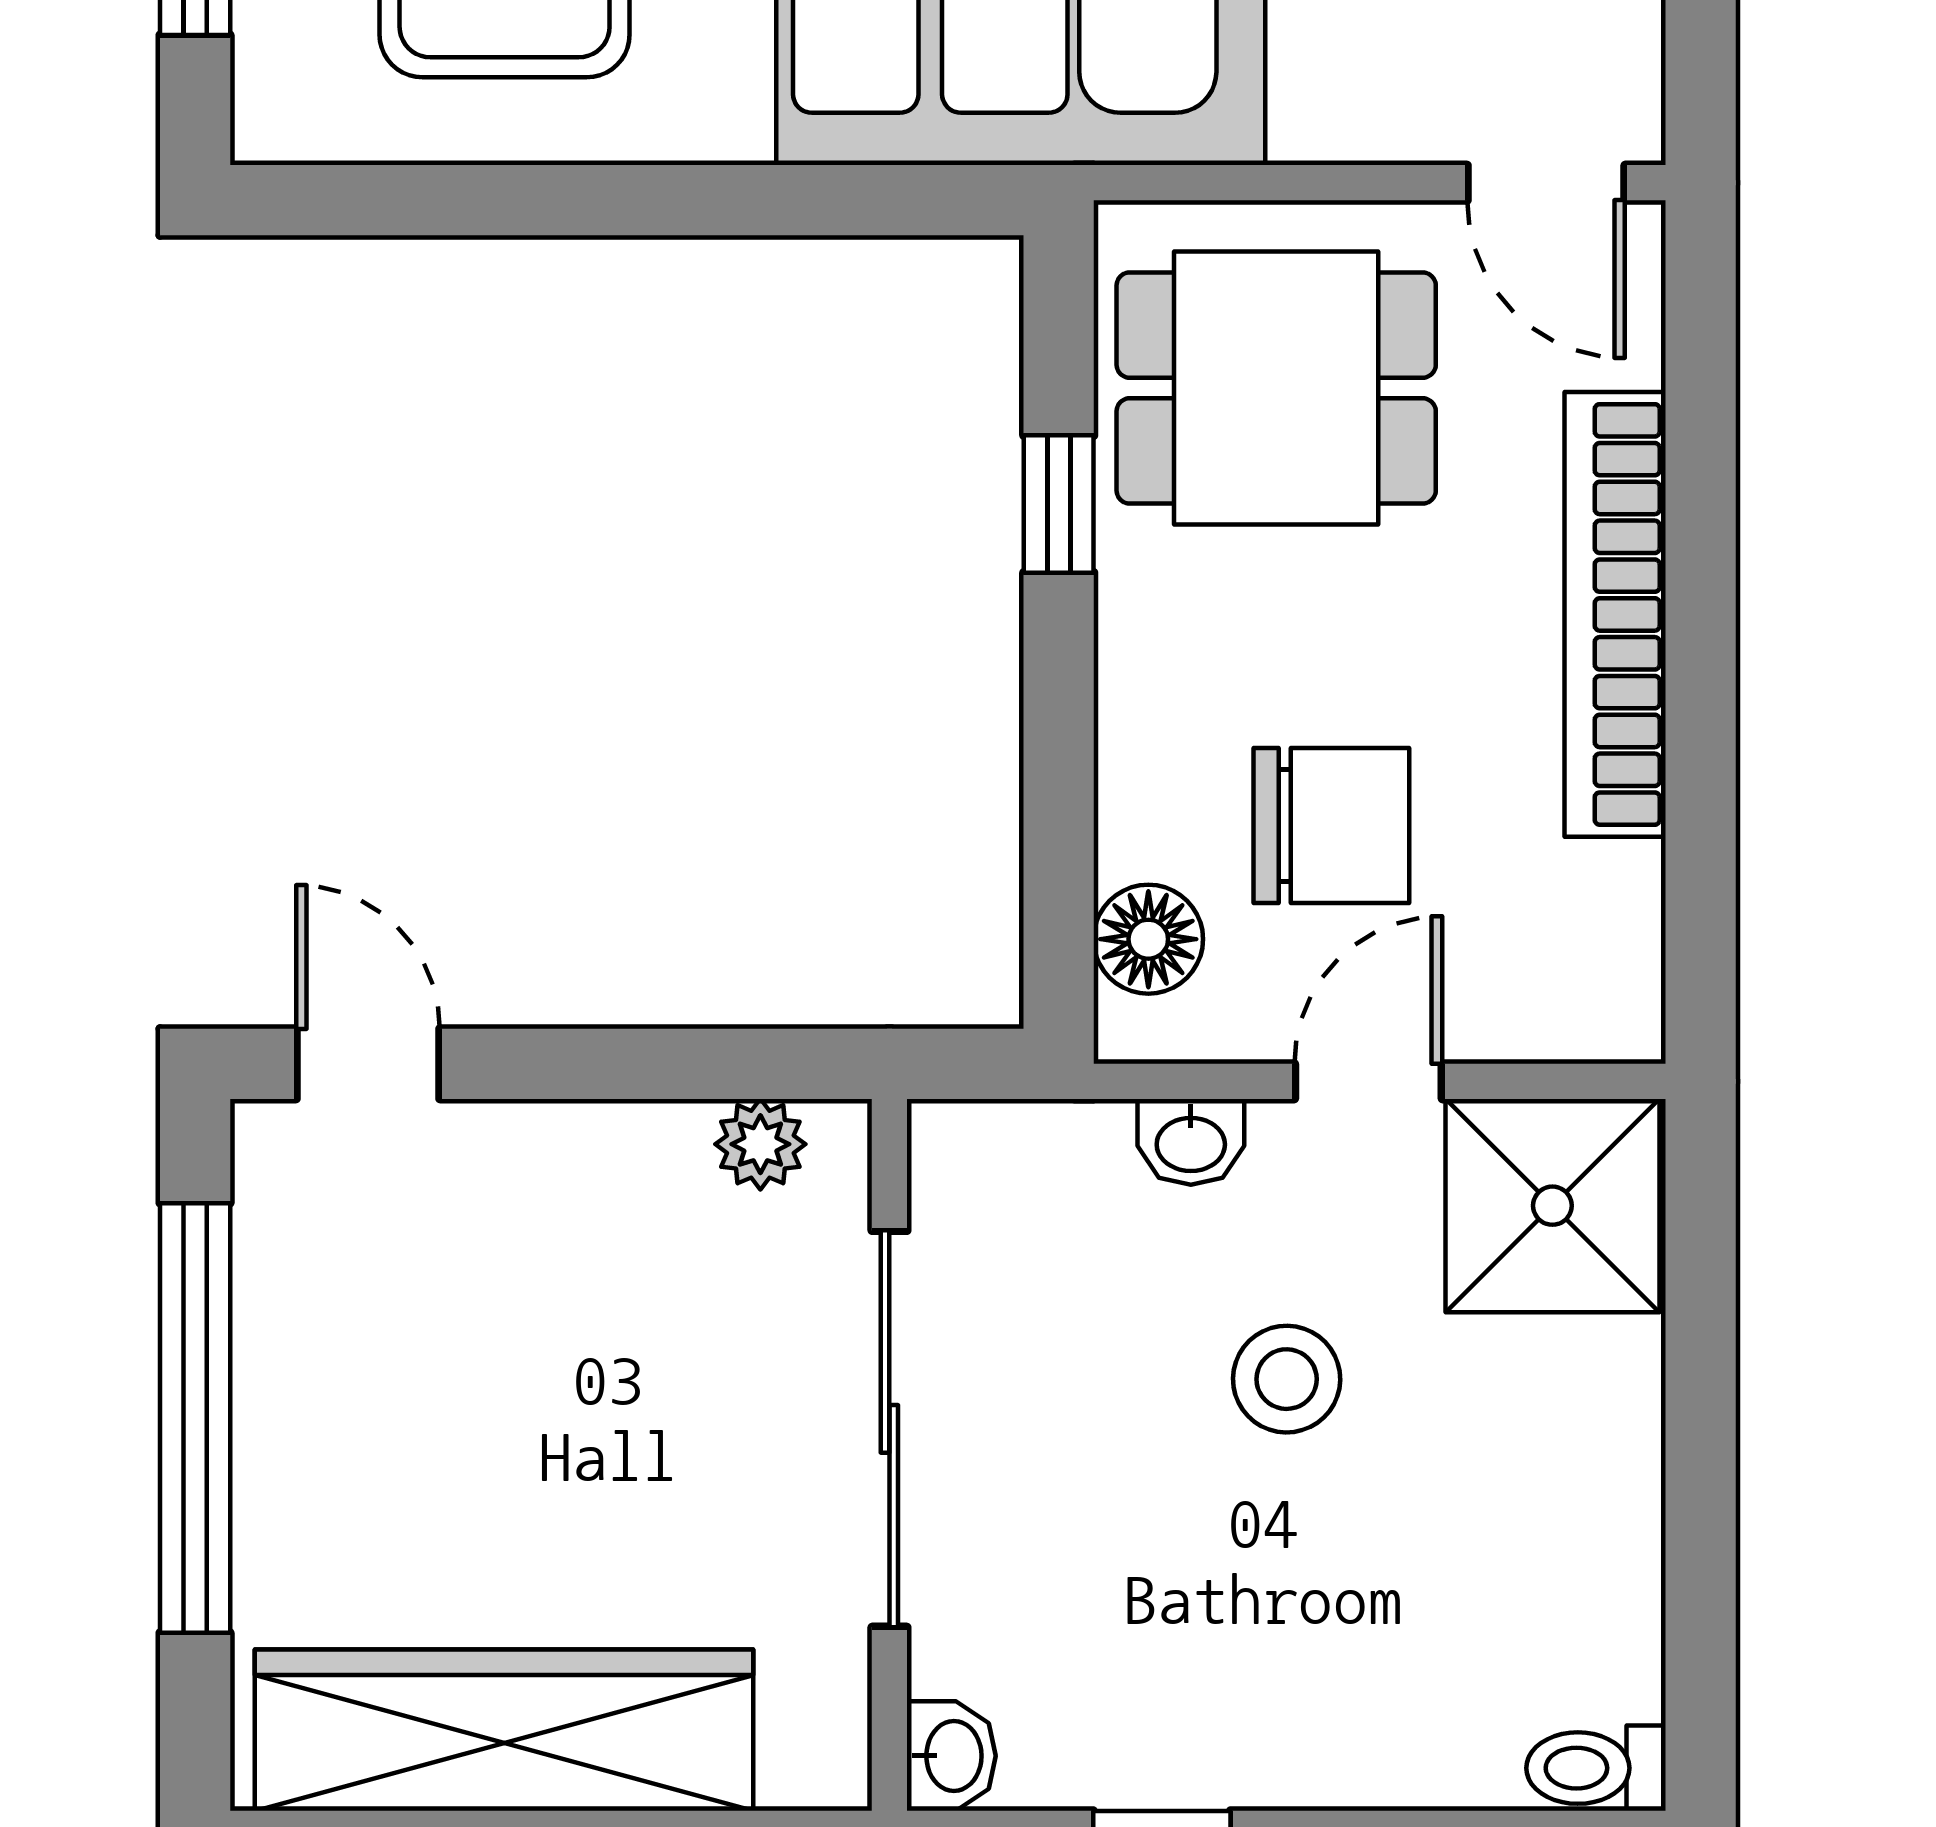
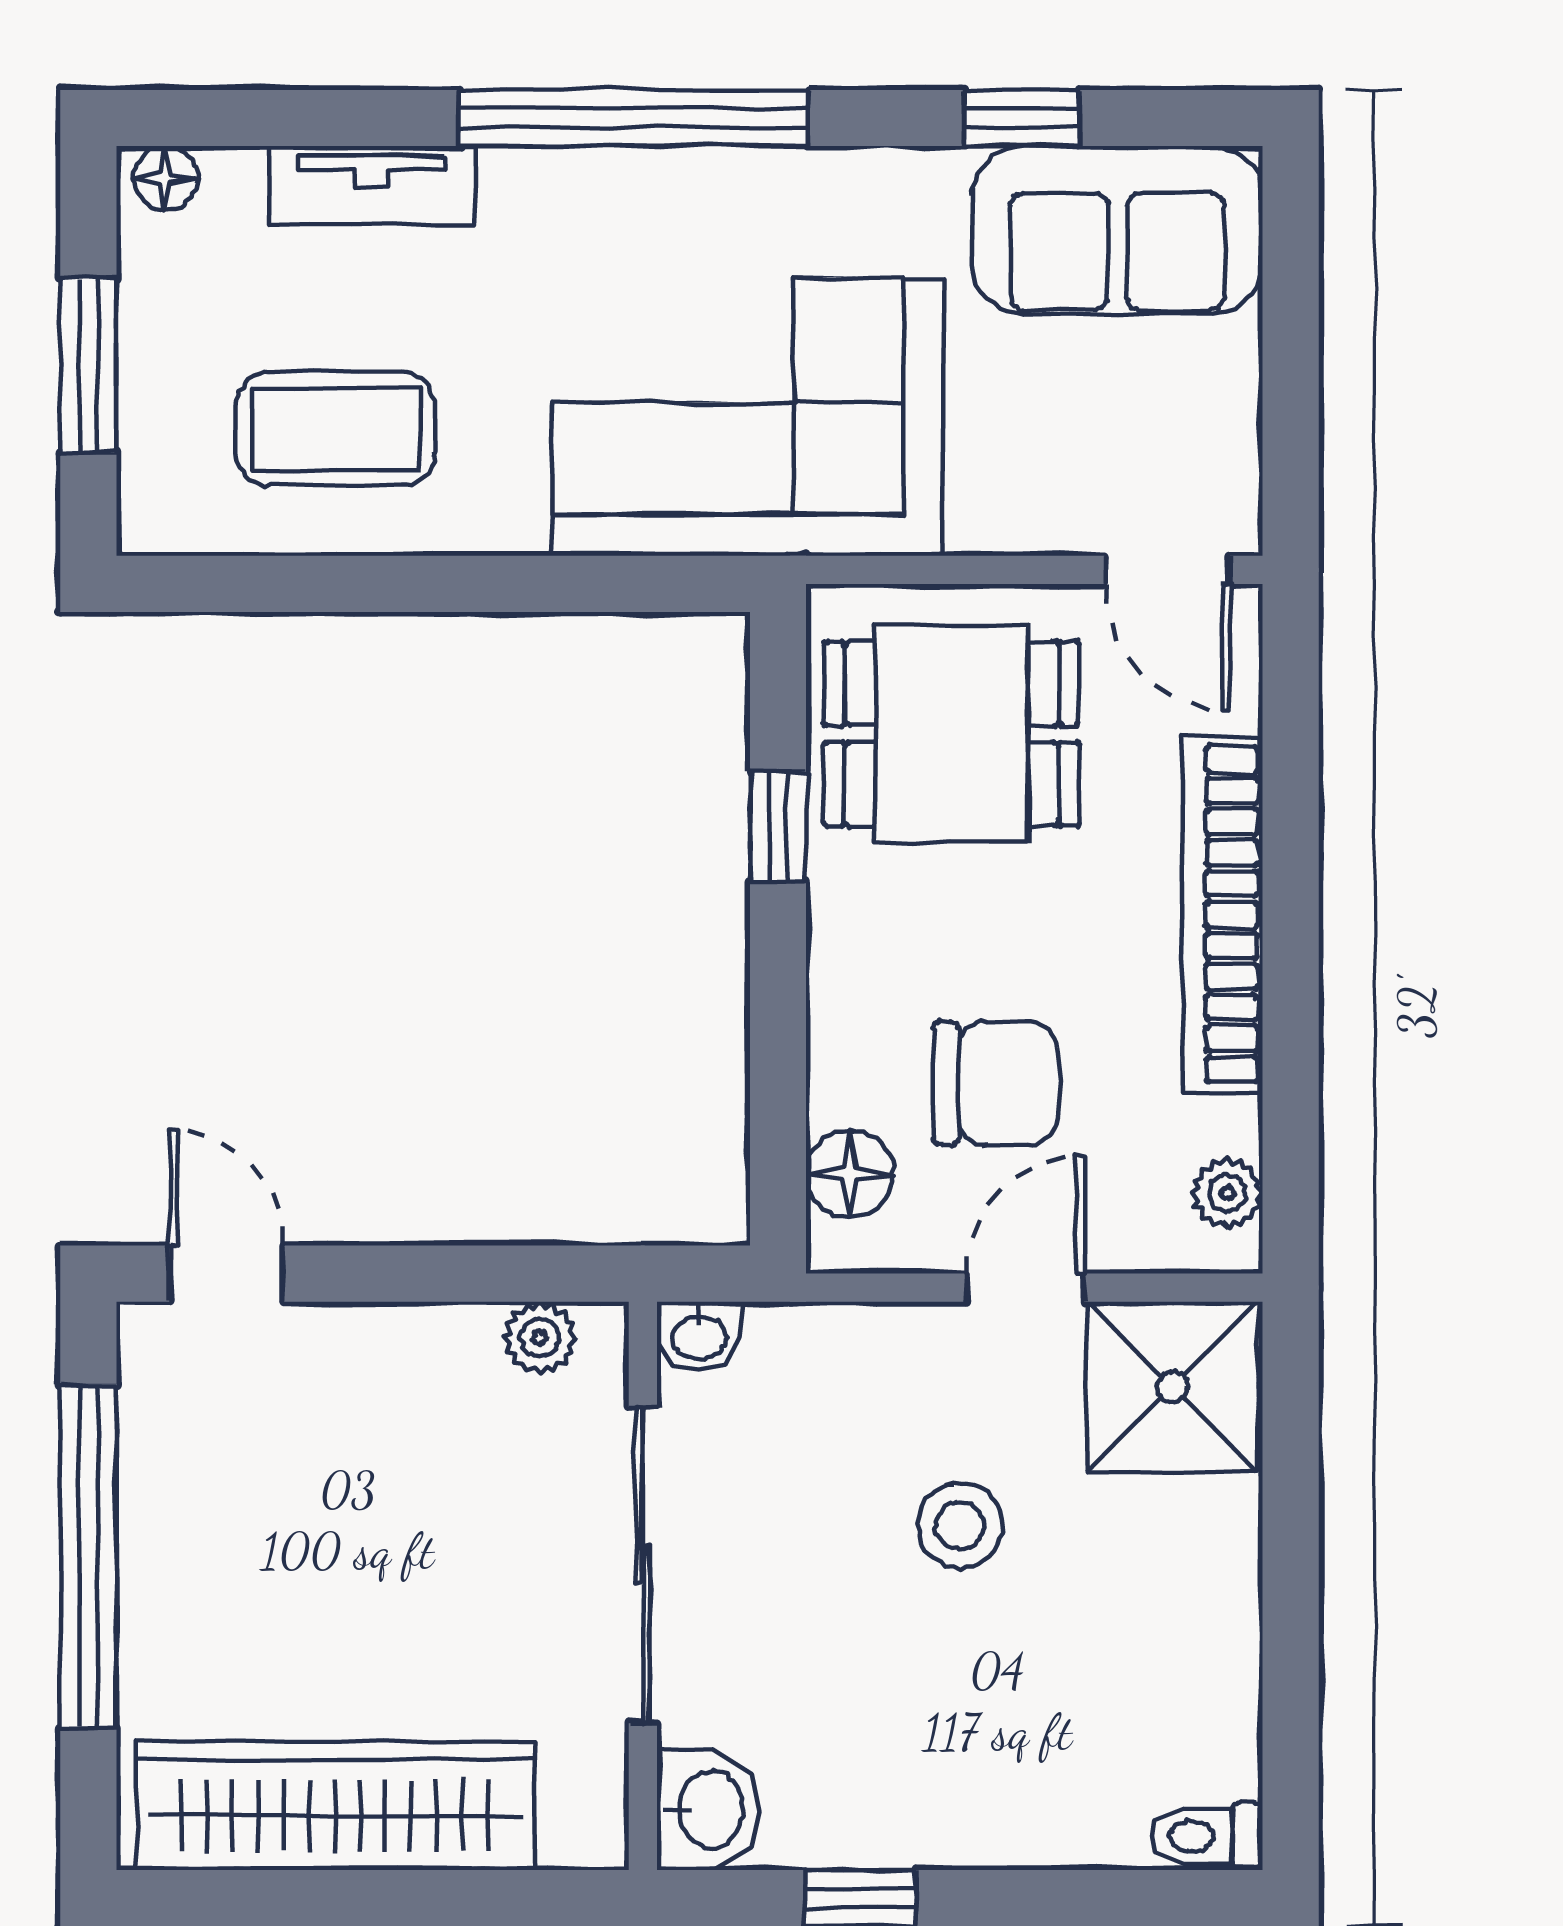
plant: (1621, 963) -> (1227, 1193), added
washbasin: (1191, 1142) -> (699, 1336), moved
washbasin: (951, 1756) -> (708, 1810), width x1.38, depth x1.45

